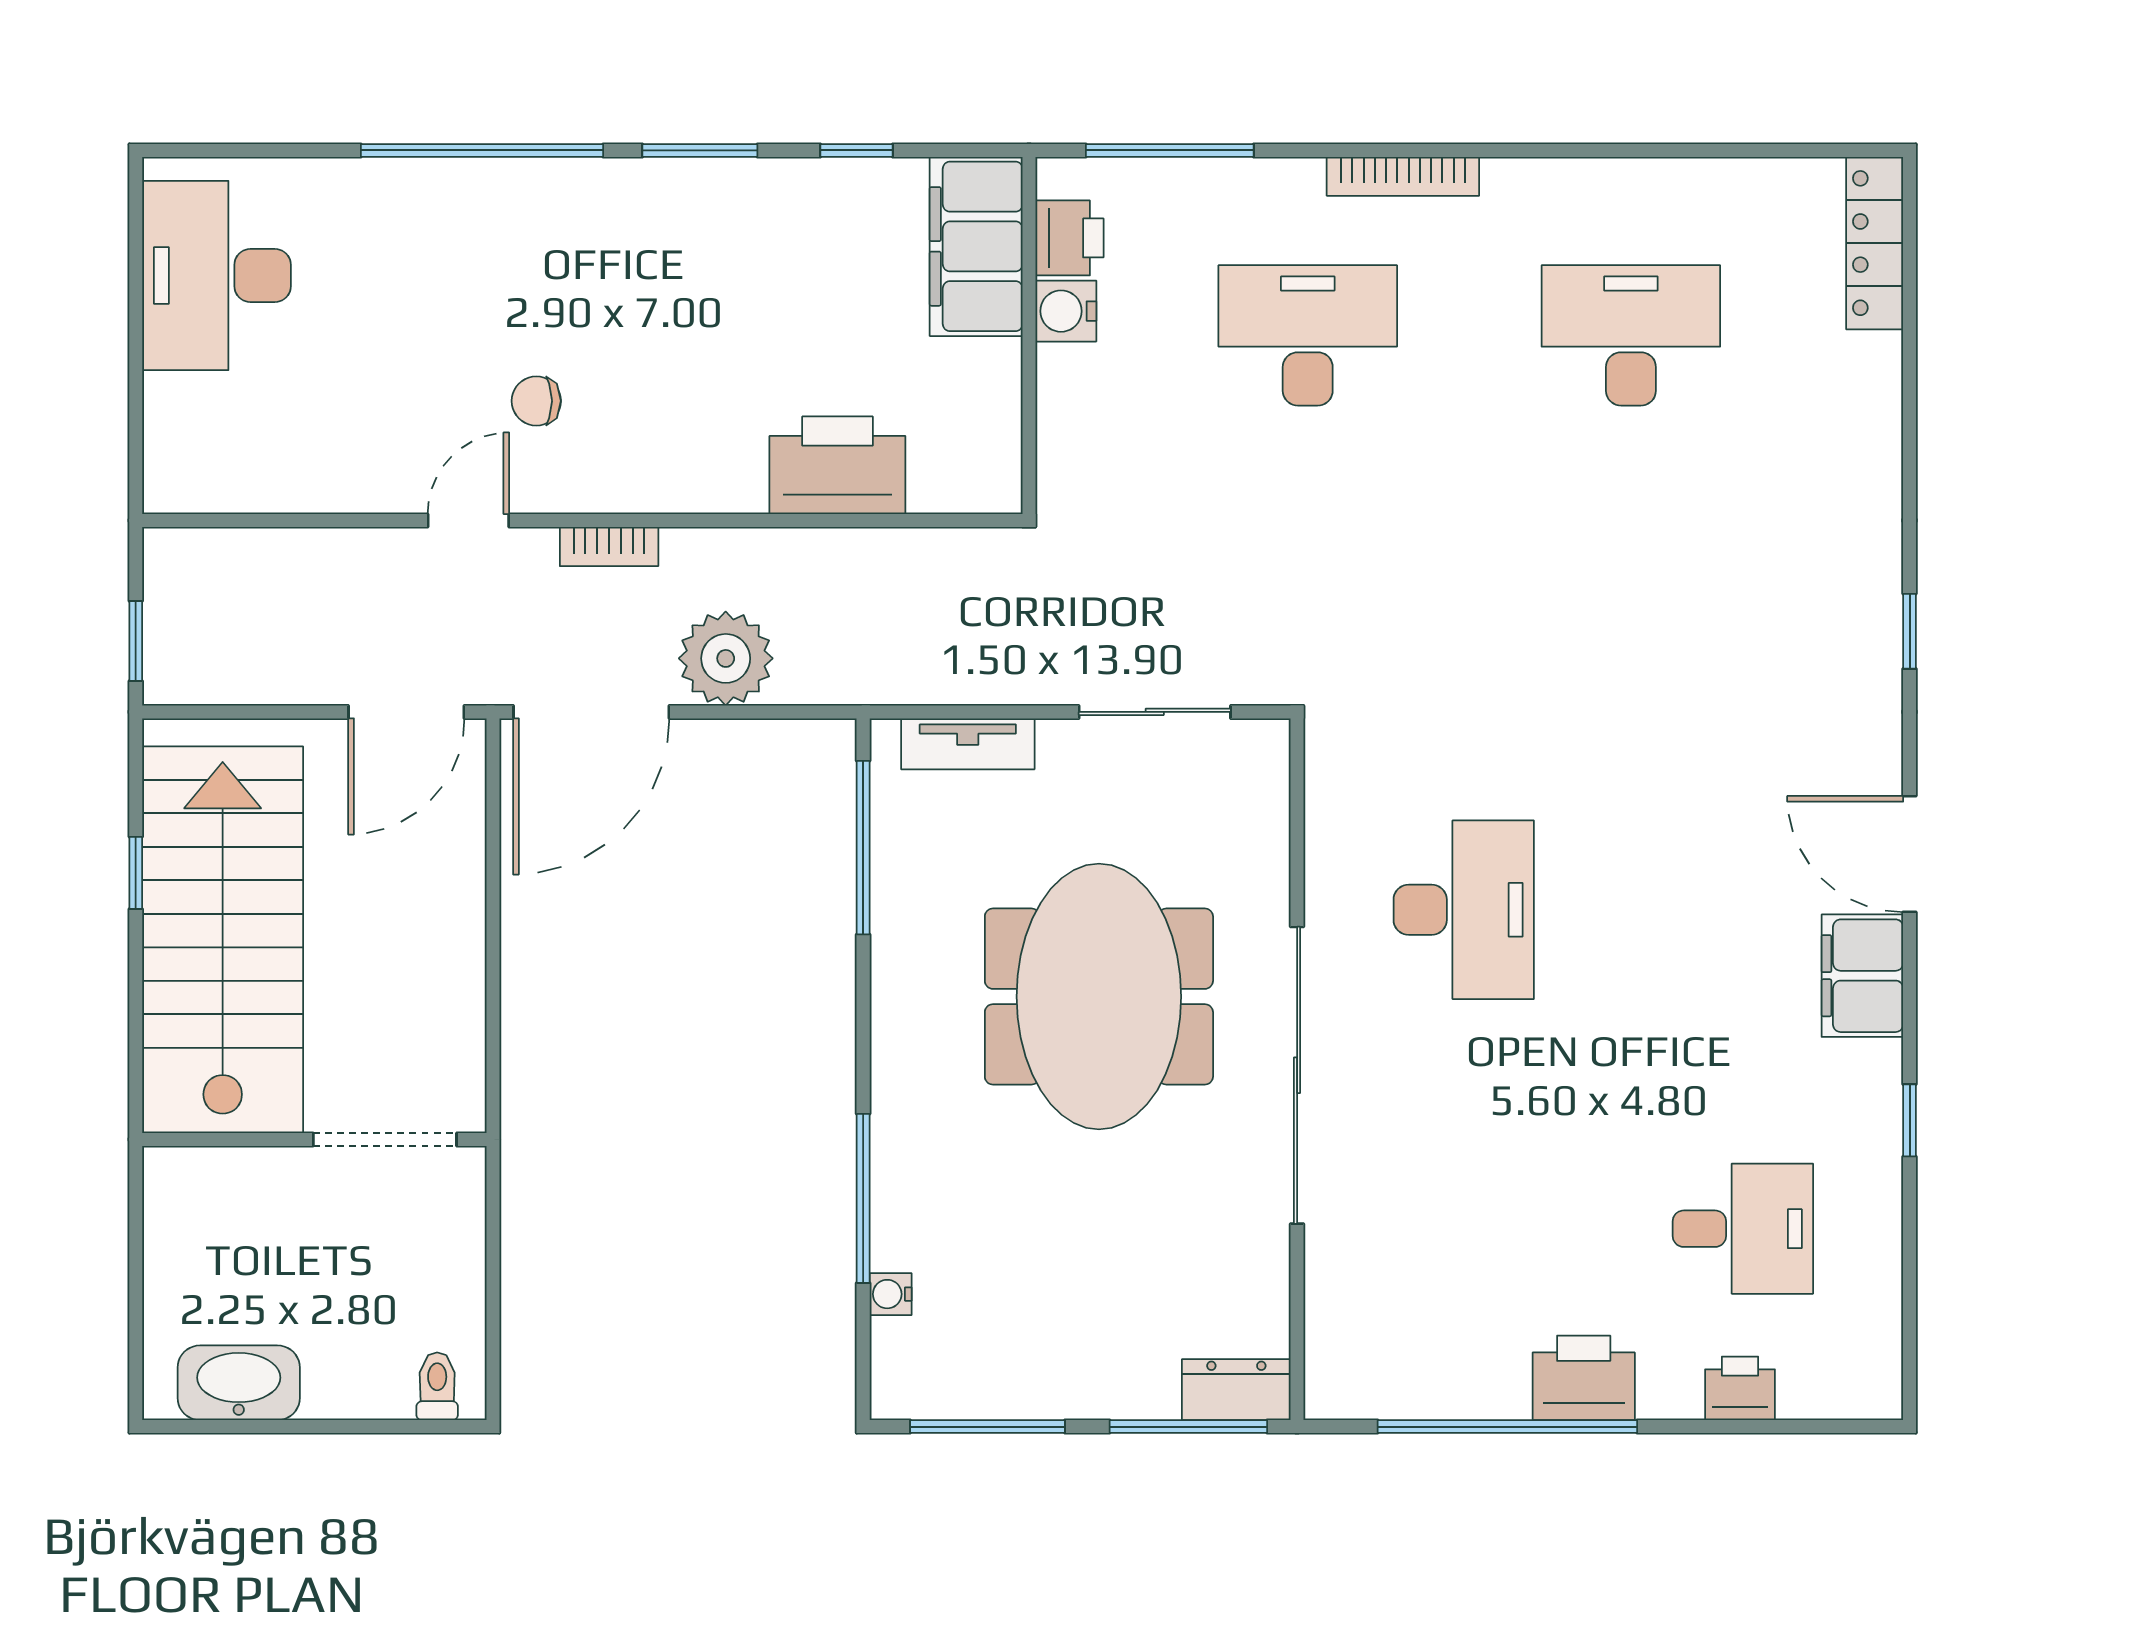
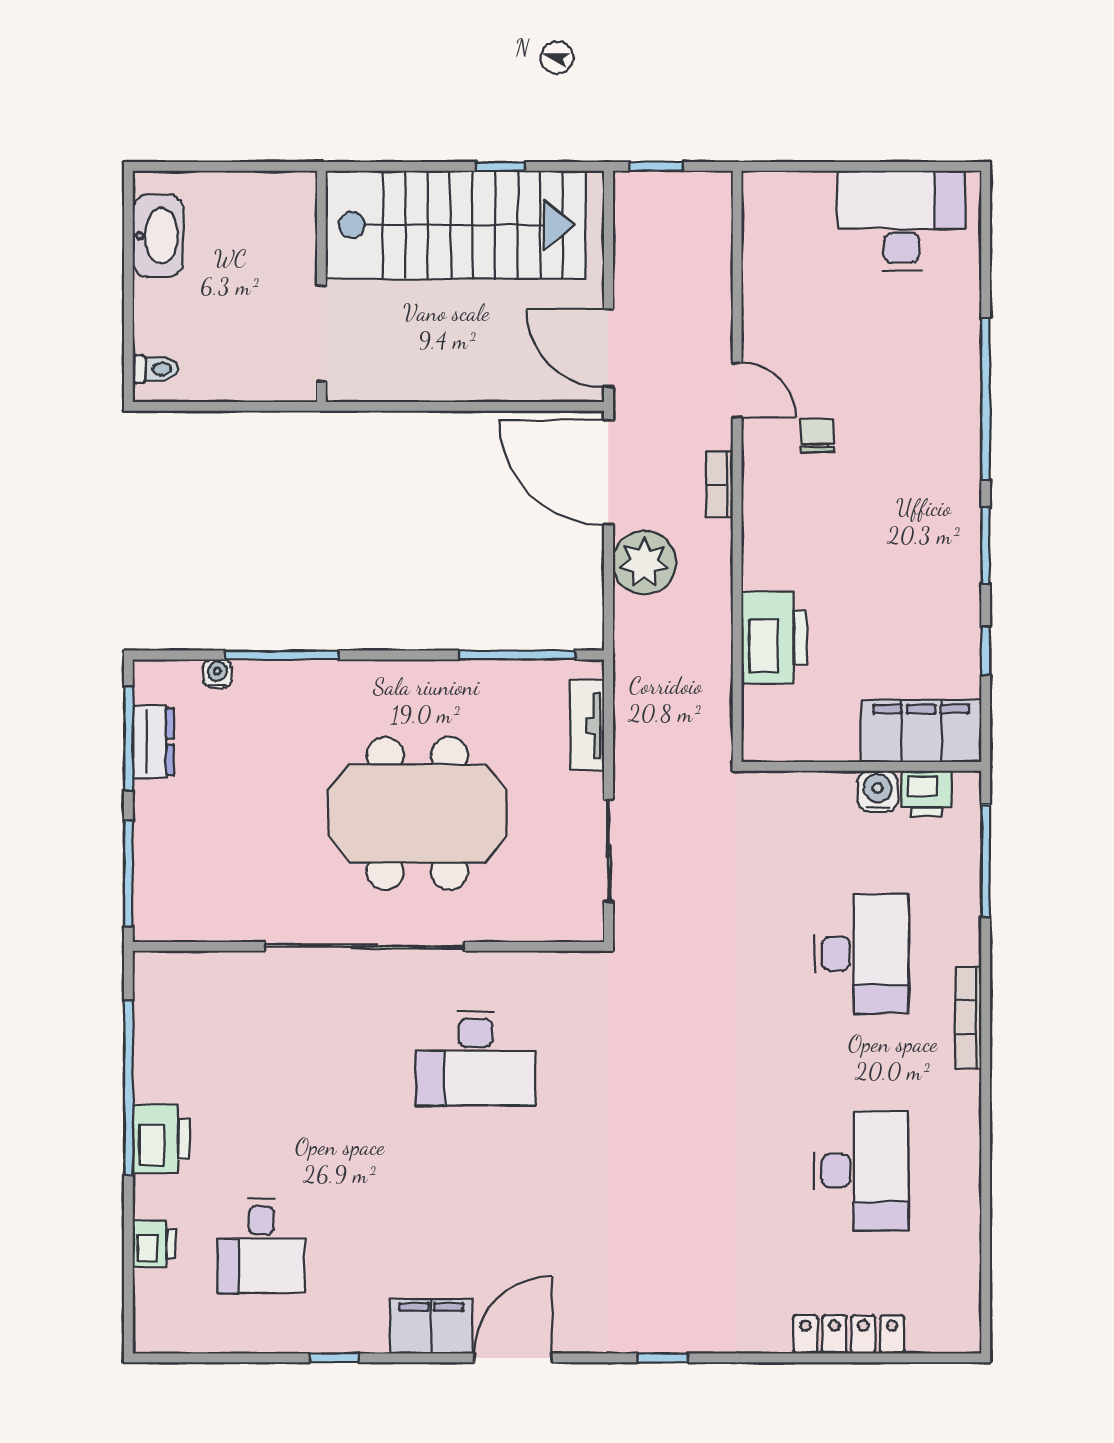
locker: (1875, 243) -> (849, 1334), moved
dresser: (1236, 1390) -> (153, 742), moved

